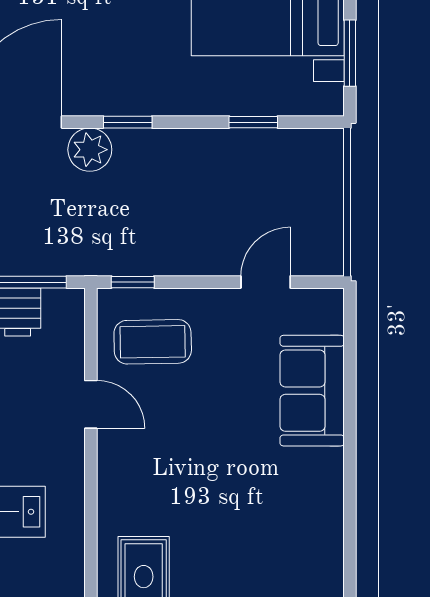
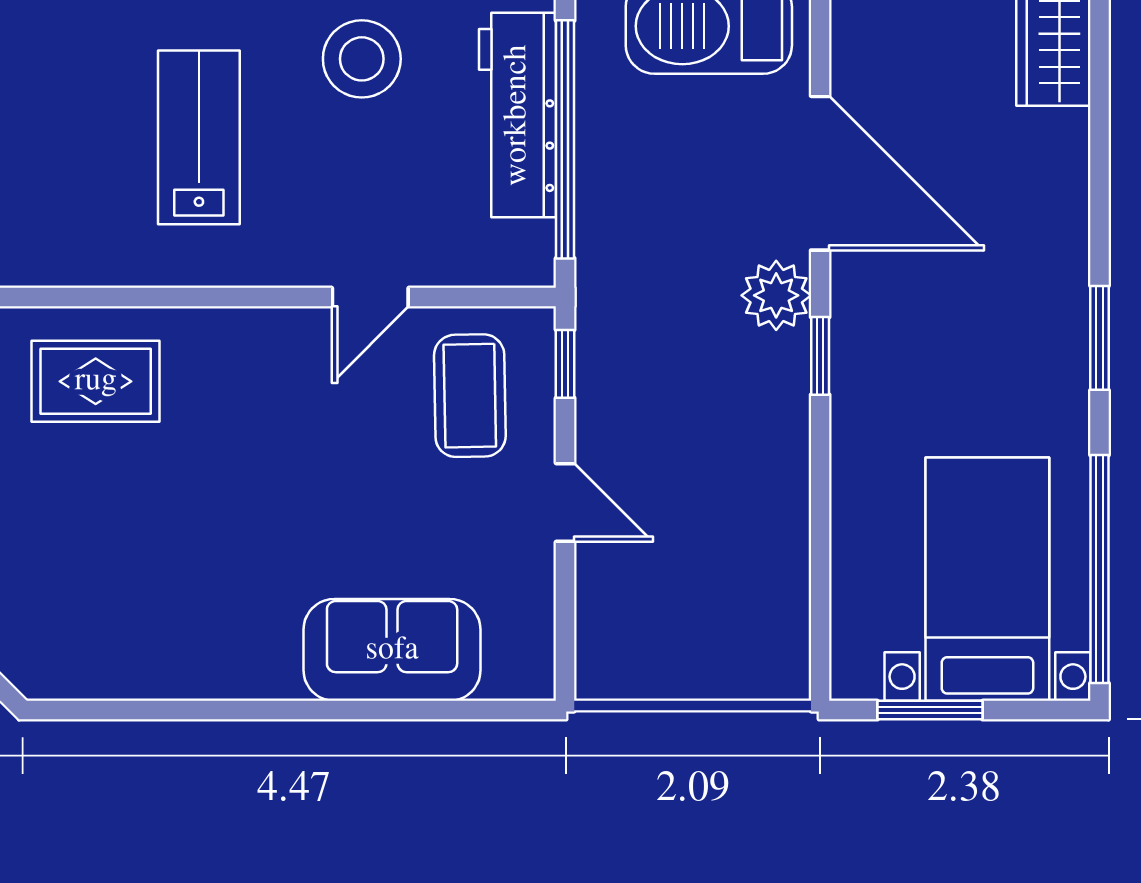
window: (253, 122) -> (820, 556), removed
door: (266, 282) -> (565, 502), moved

